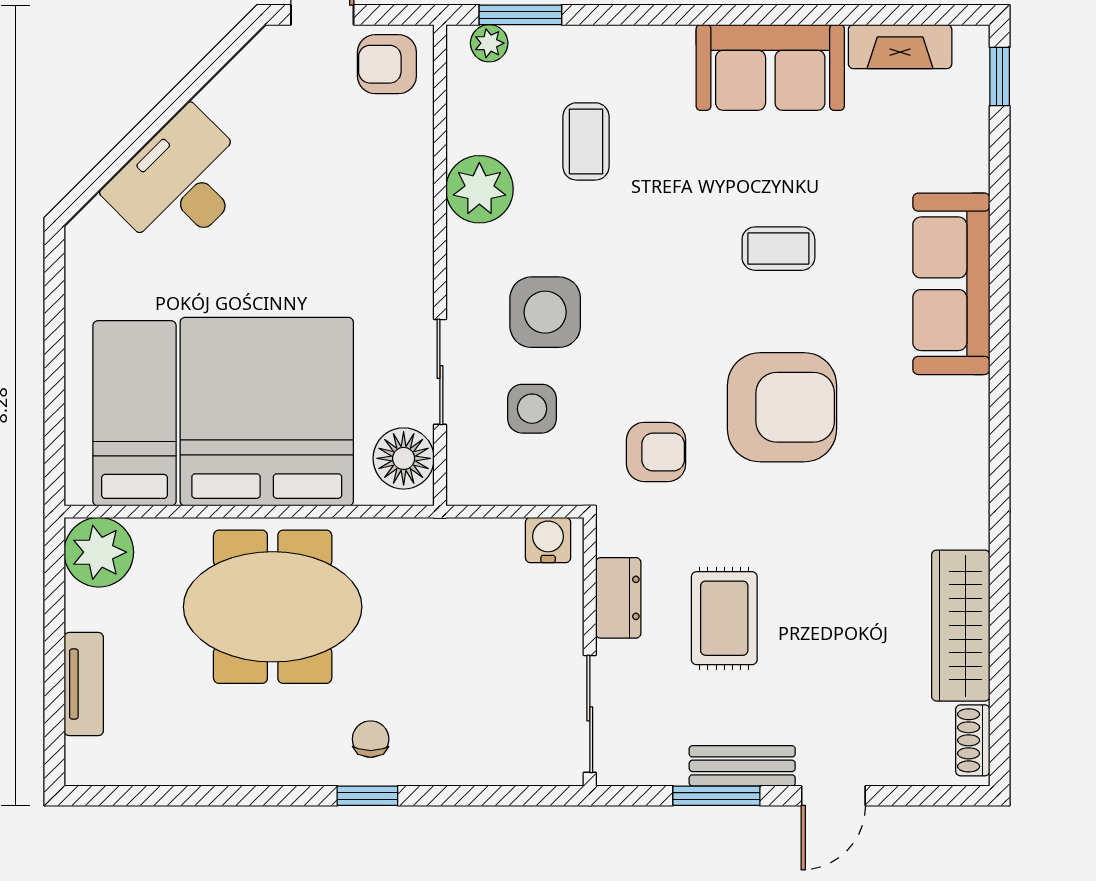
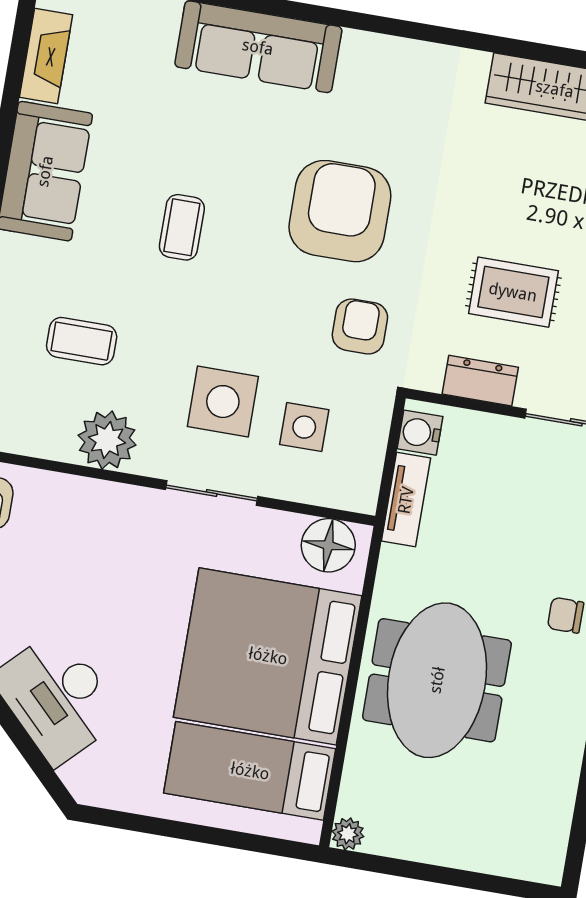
coffee table: (778, 249) -> (182, 227), moved
sliding door: (440, 372) -> (212, 493), moved
plant: (99, 552) -> (348, 834), width x0.53, depth x0.53
tv unit: (84, 684) -> (406, 500), moved, turned 90

